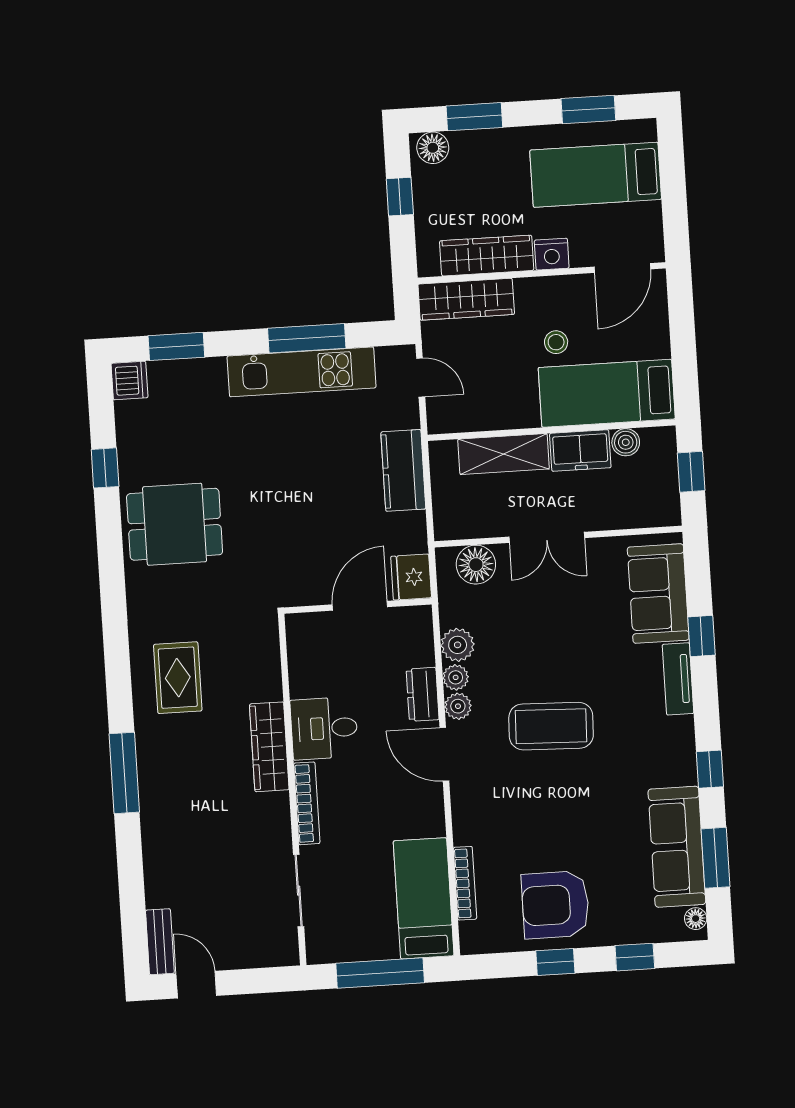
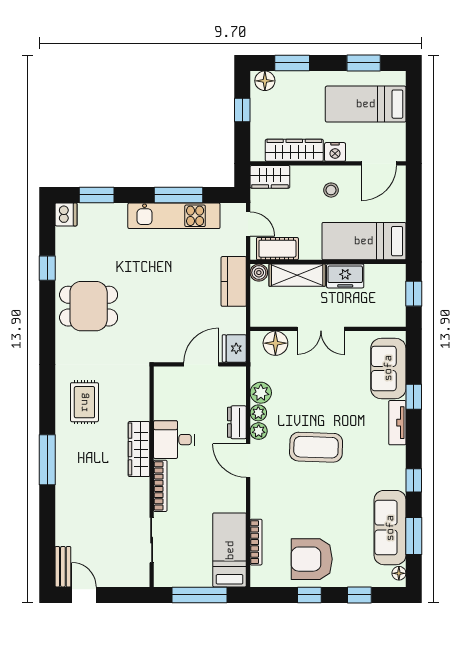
wardrobe: (466, 299) -> (270, 177), width x0.67
stool: (556, 342) -> (331, 190), moved
cot: (470, 414) -> (277, 249), added
boiler: (626, 442) -> (259, 273), moved

